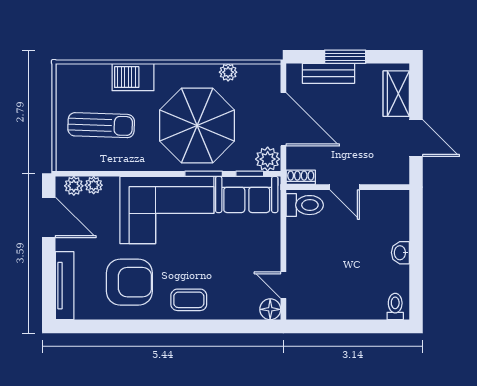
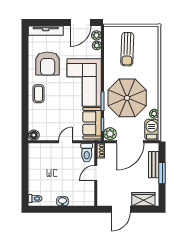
barbecue: (133, 77) -> (152, 130), moved
door: (283, 285) -> (65, 142), moved

